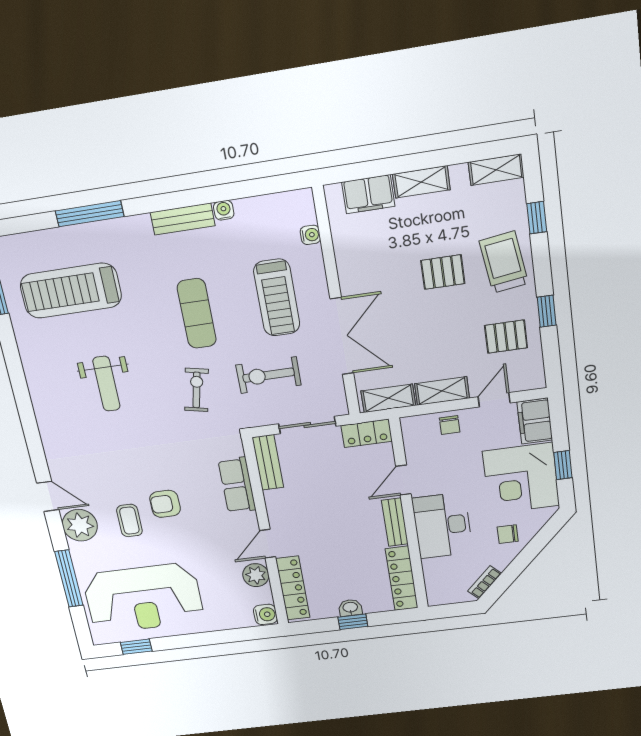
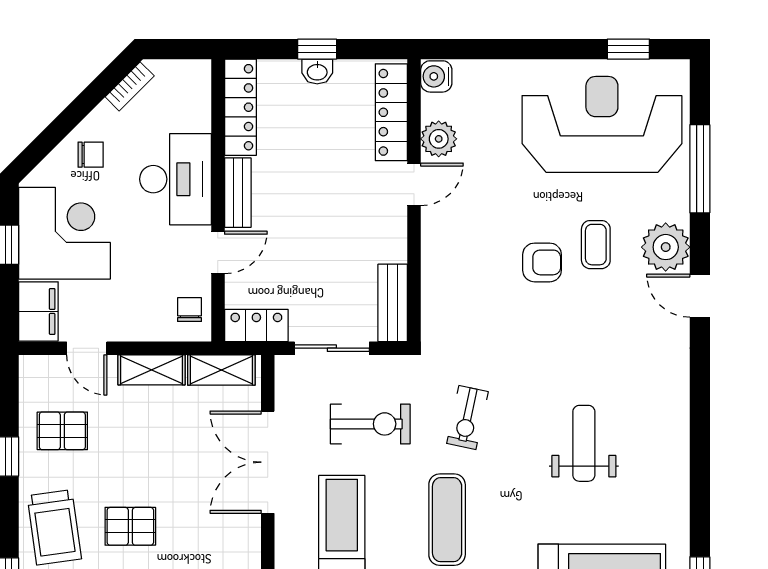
door: (494, 400) -> (87, 348), hinge flipped
chair: (450, 425) -> (190, 310), moved
row of seats: (237, 485) -> (440, 276), removed

